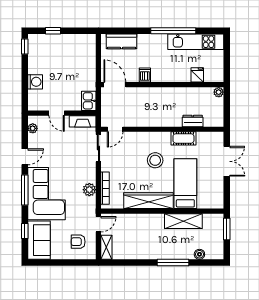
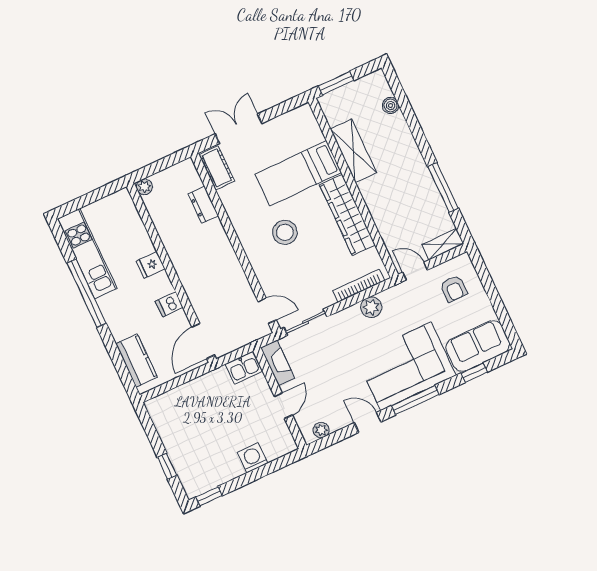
fridge: (197, 75) -> (151, 265), moved
cot: (183, 138) -> (217, 168), moved
window: (173, 262) -> (443, 187), moved

